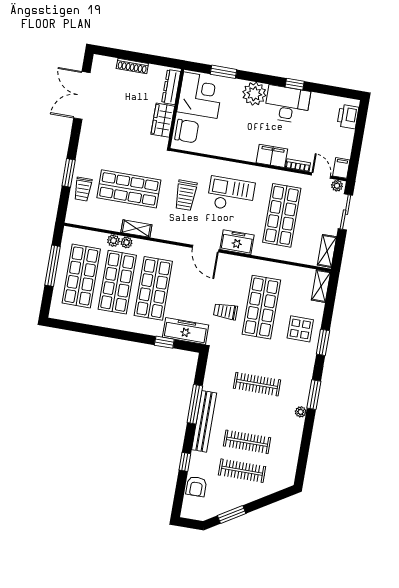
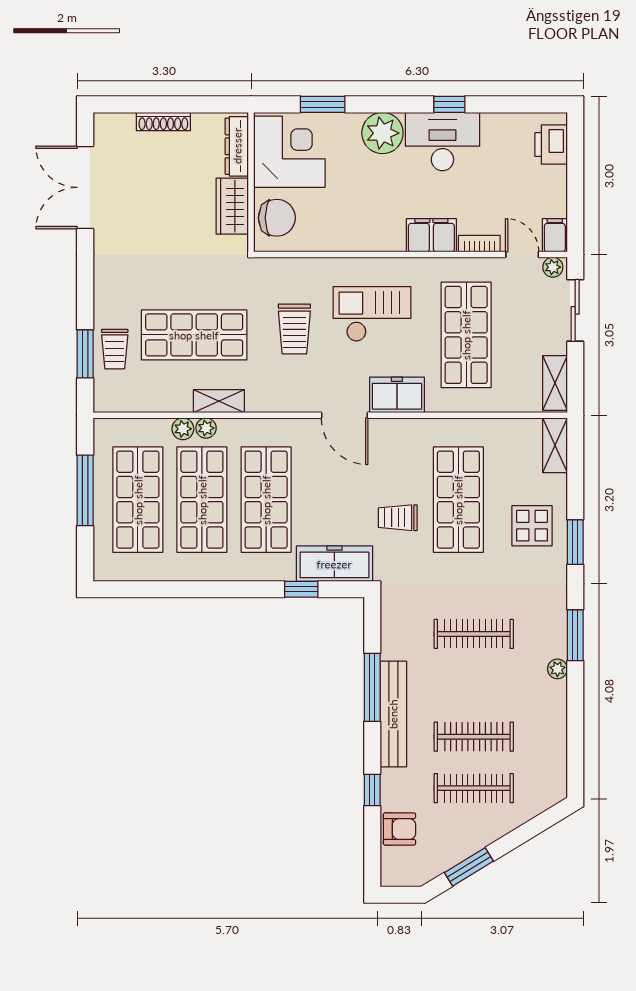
window: (69, 173) -> (85, 354), moved
armchair: (196, 487) -> (399, 829), turned -90

